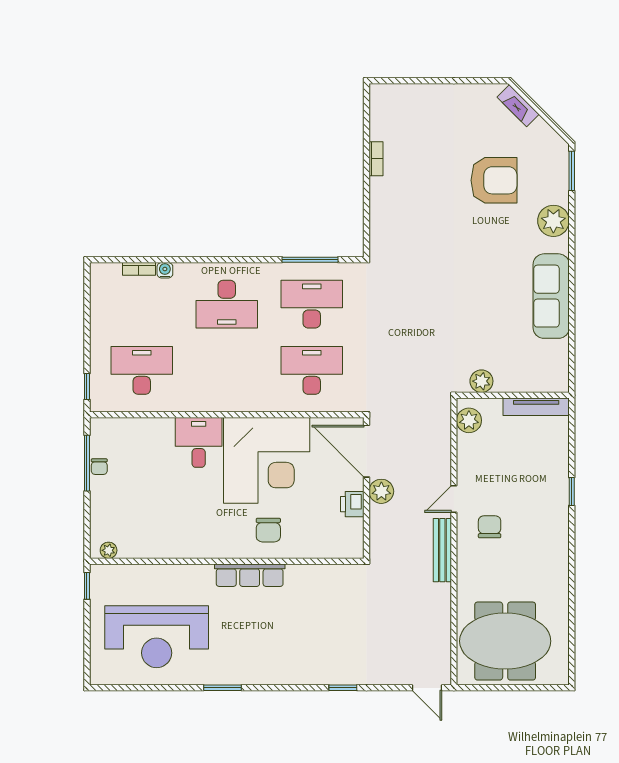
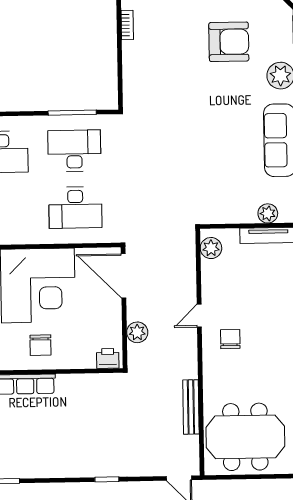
desk: (312, 370) -> (75, 208), turned 180
plant: (481, 381) -> (268, 213), moved
plant: (381, 491) -> (137, 332), moved
printer: (352, 504) -> (108, 358), moved, turned 90
bench: (442, 550) -> (191, 407), moved

